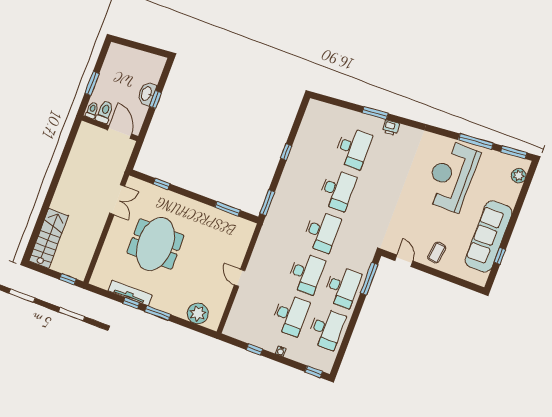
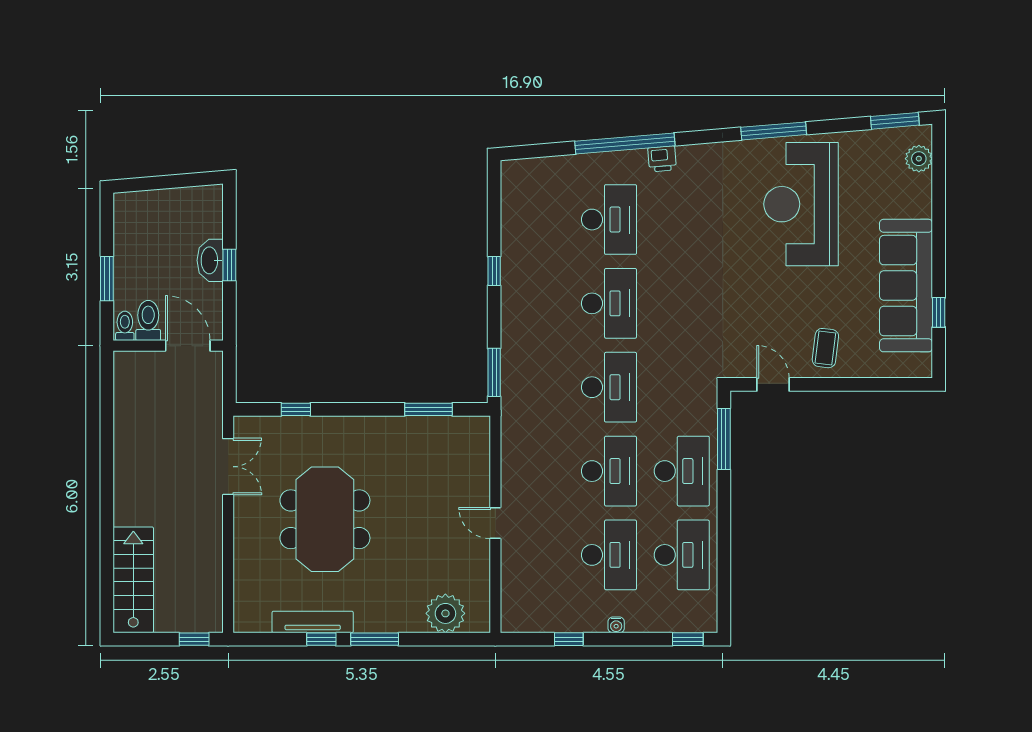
window: (375, 113) -> (625, 143), width x2.11
window: (476, 142) -> (774, 131), moved

